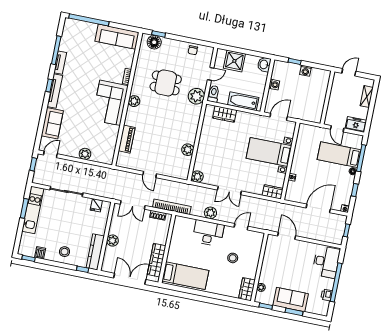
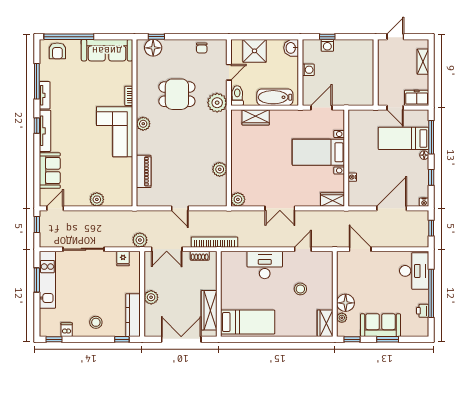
armchair: (77, 29) -> (57, 51), added
washing machine: (306, 71) -> (327, 45), moved
plant: (210, 213) -> (140, 240), moved
floor lamp: (266, 276) -> (346, 303), added

